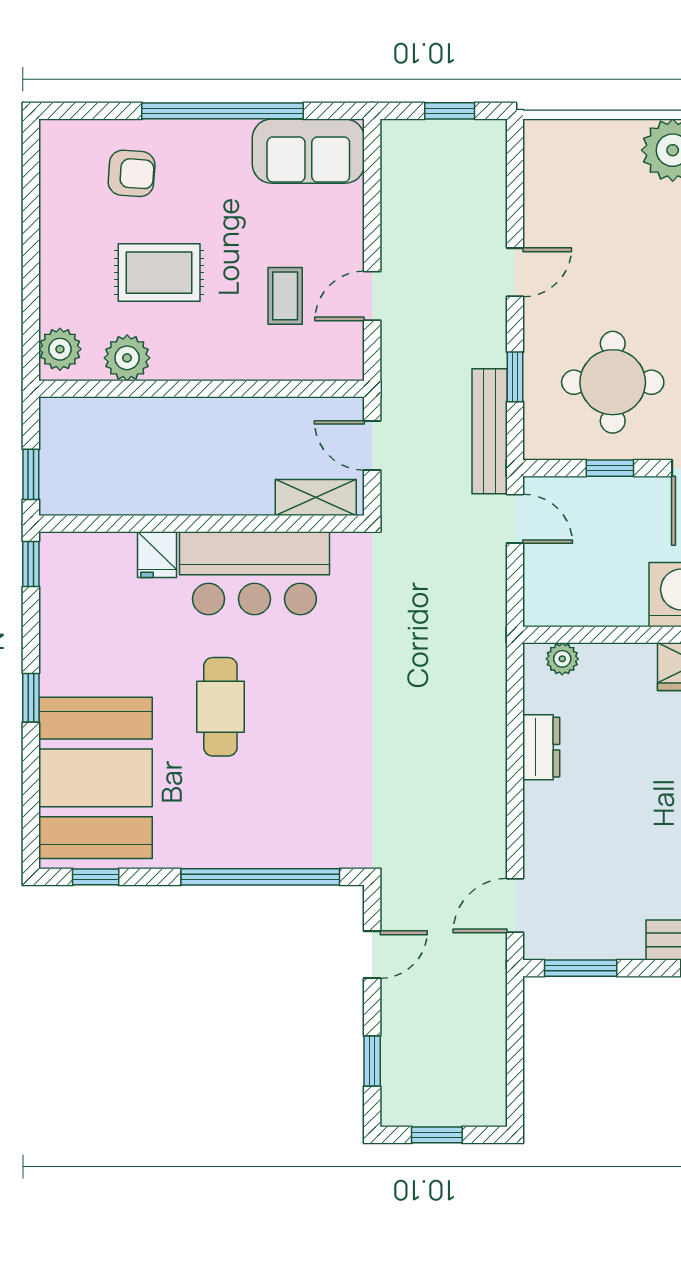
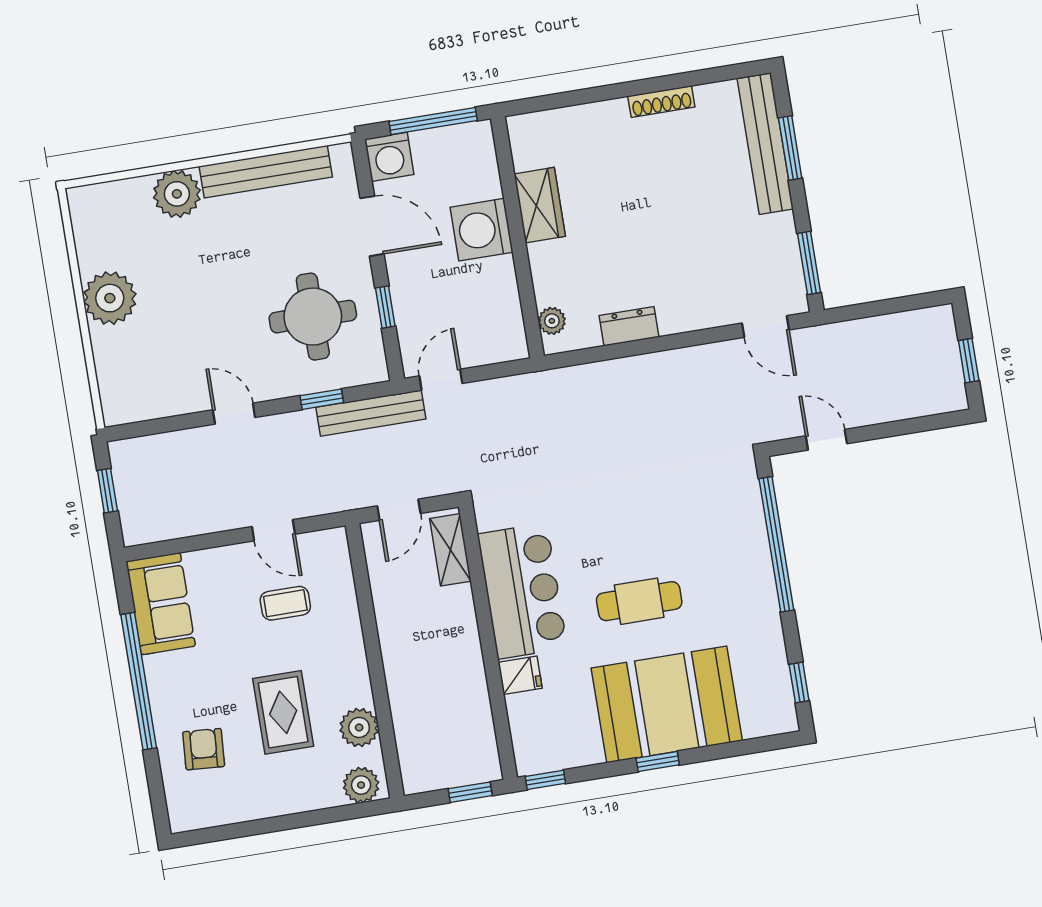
booth: (95, 778) -> (667, 704), moved
window: (372, 1061) -> (916, 425), removed

